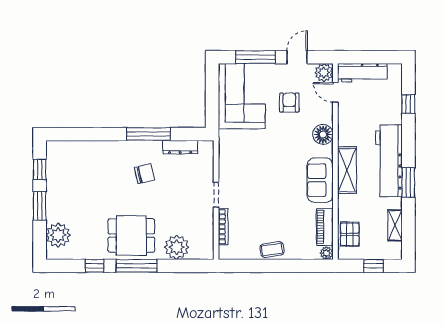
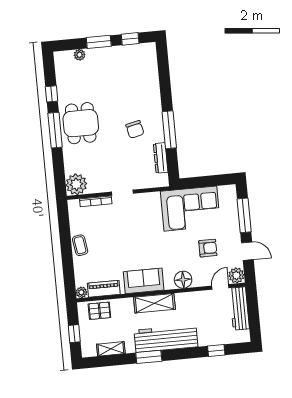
corner sofa: (242, 96) -> (190, 209), moved
plant: (58, 235) -> (80, 55), width x0.53, depth x0.53
plant: (177, 247) -> (76, 184), moved

